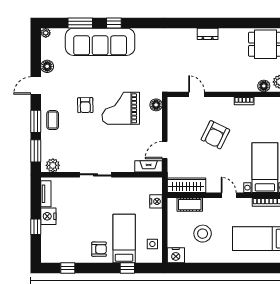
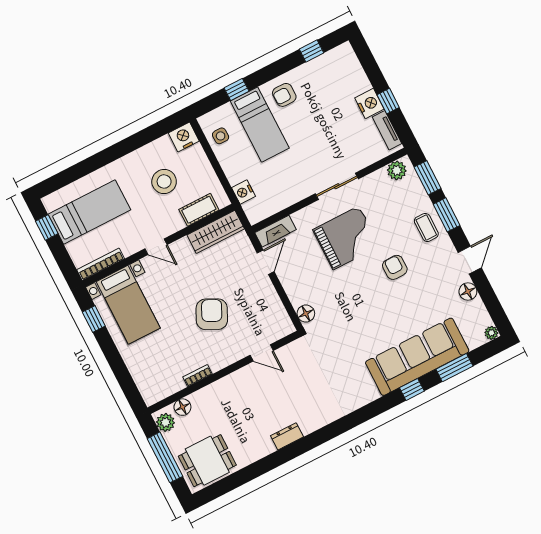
grand piano: (121, 108) -> (346, 238), moved
window: (36, 227) -> (388, 101), moved

